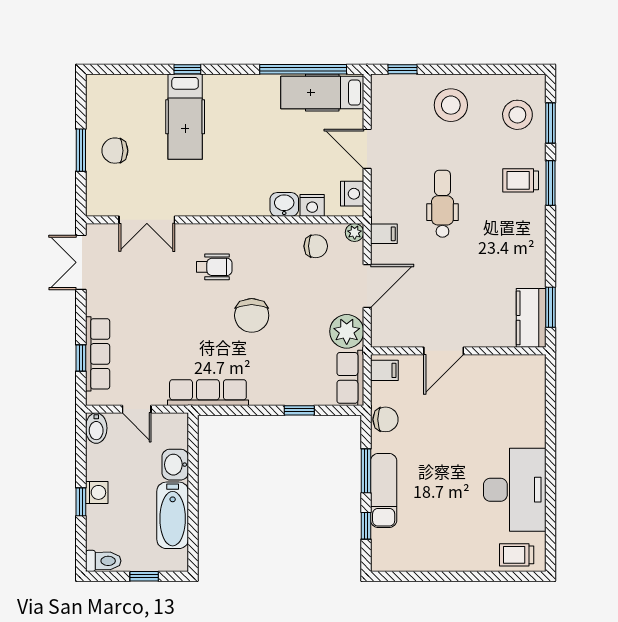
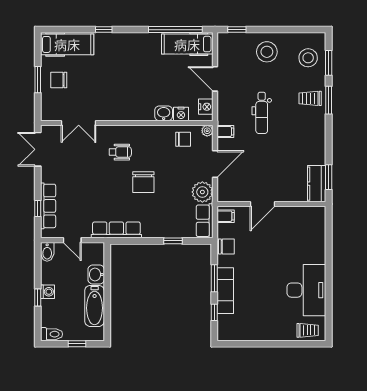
hospital bed: (185, 117) -> (67, 44), moved, turned -90
dental chair: (442, 204) -> (262, 113), turned 180
trolley: (517, 555) -> (308, 330), turned 180

